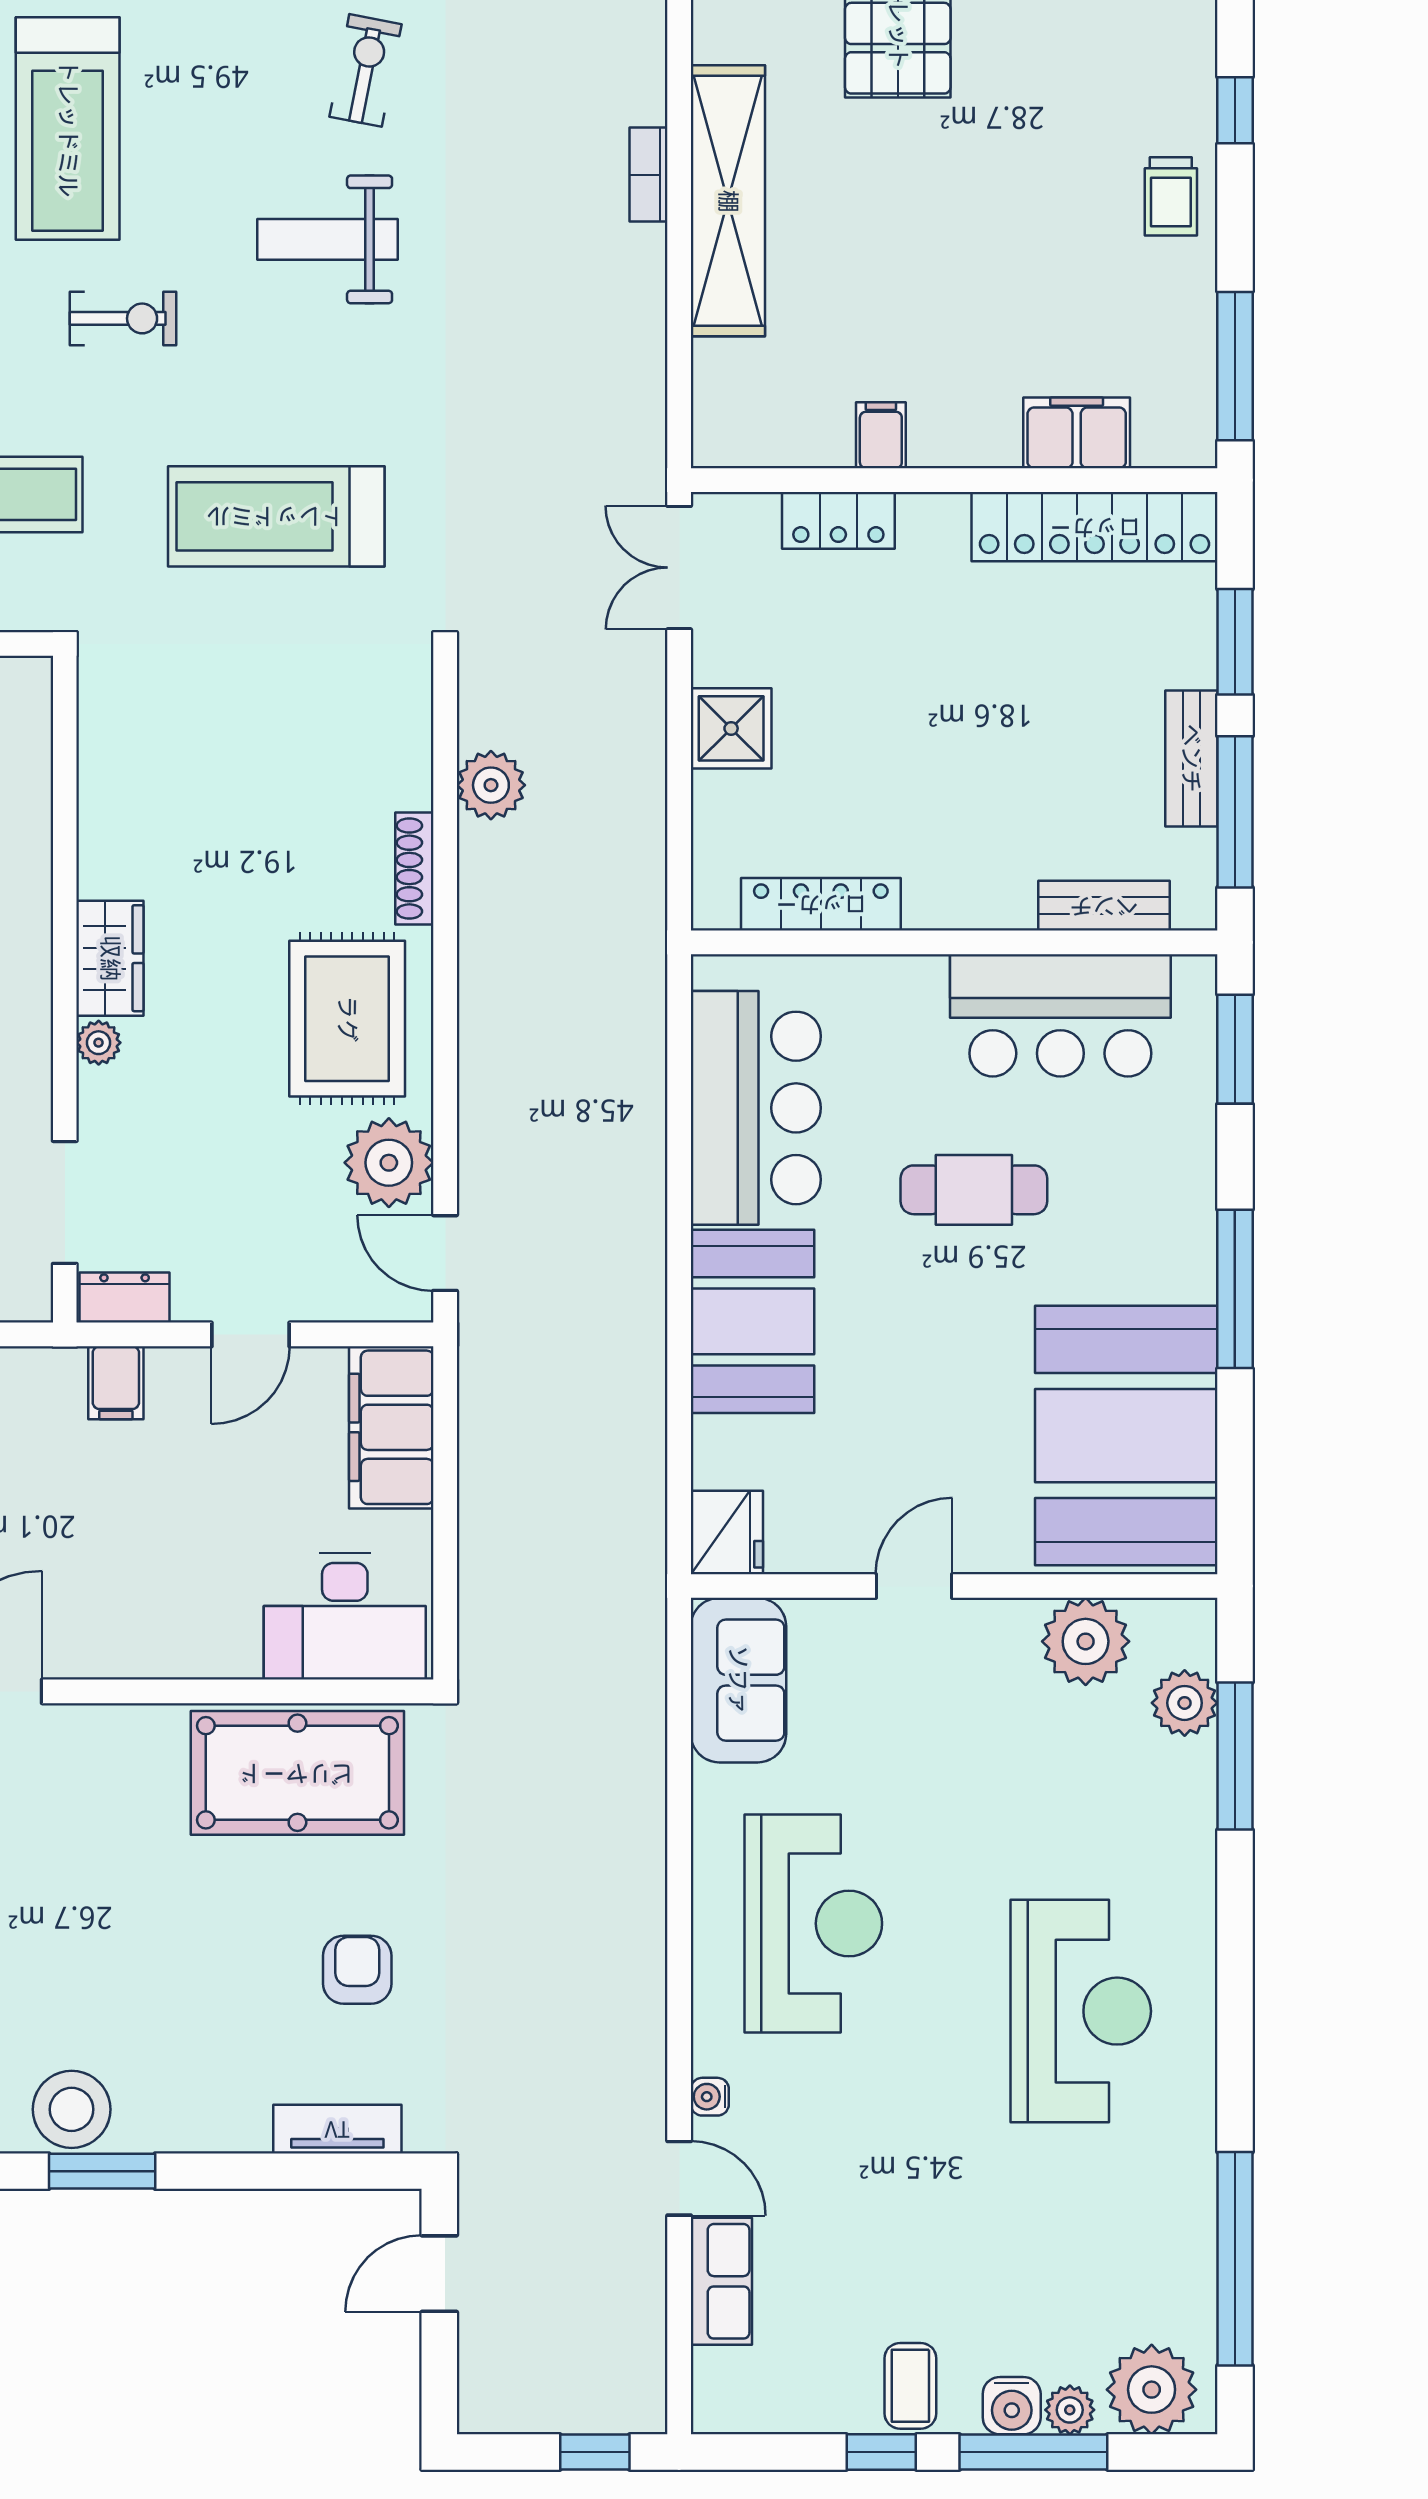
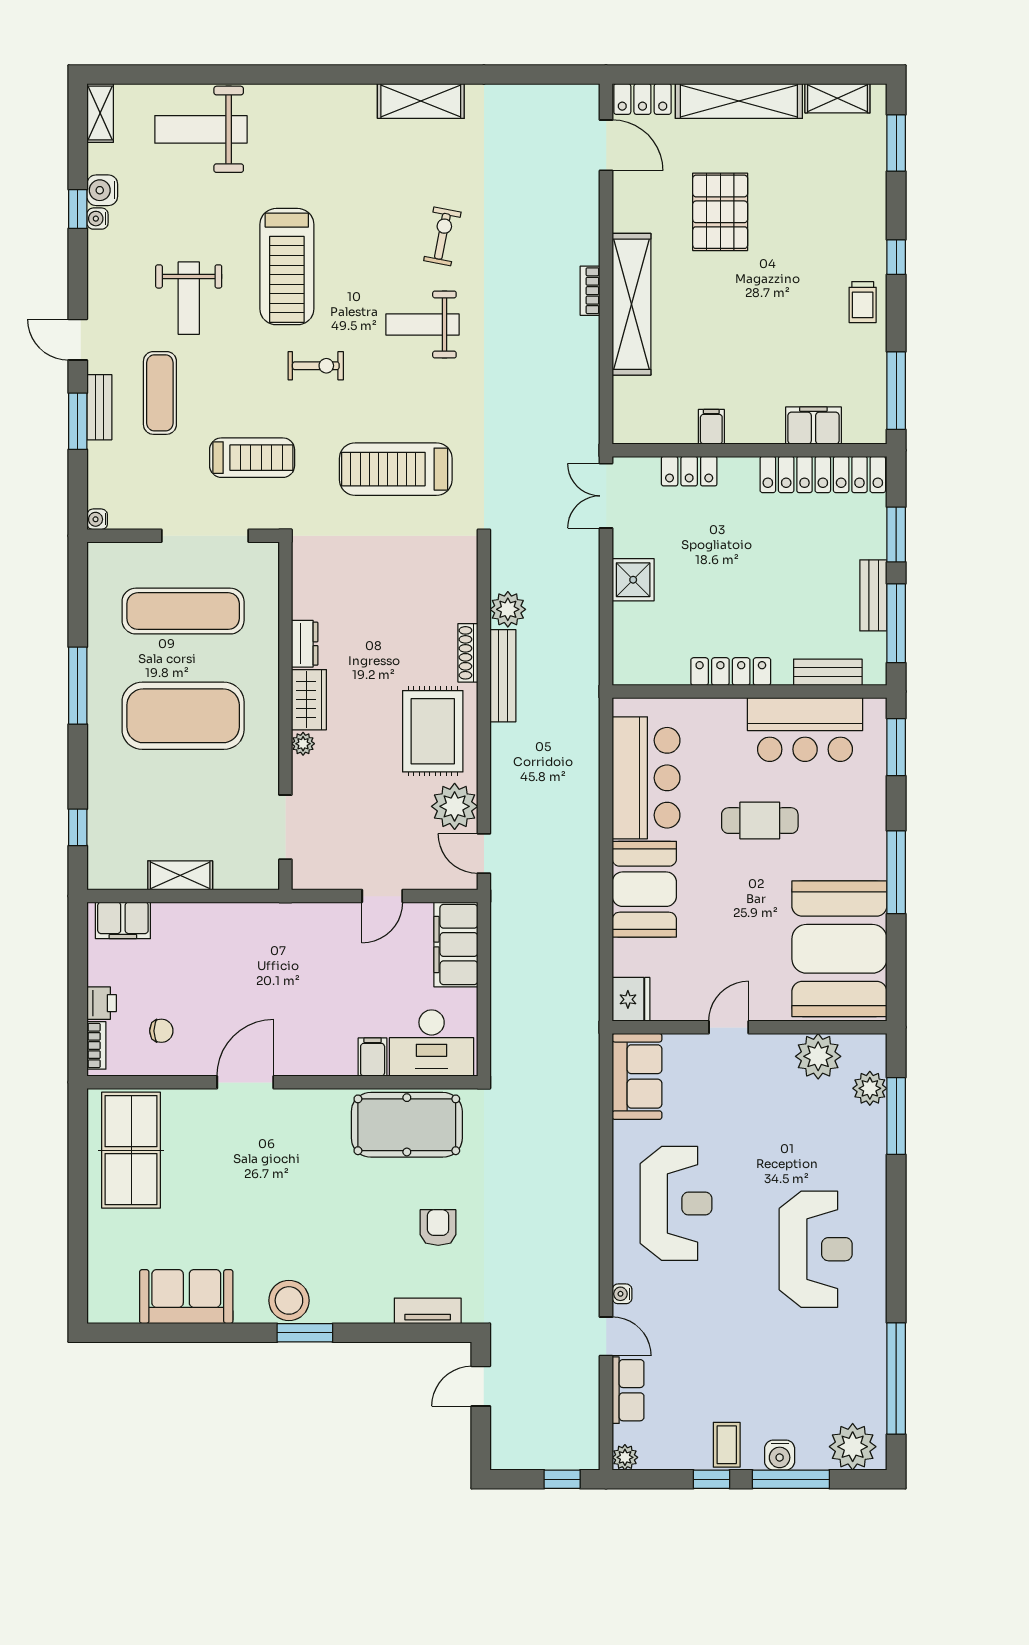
locker: (821, 904) -> (731, 672), moved
bench: (482, 912) -> (503, 676), added
dresser: (125, 1297) -> (305, 644), moved, turned 90
filing cabinet: (116, 1383) -> (373, 1057), moved, turned 180
plant: (1070, 2410) -> (625, 1457), moved

